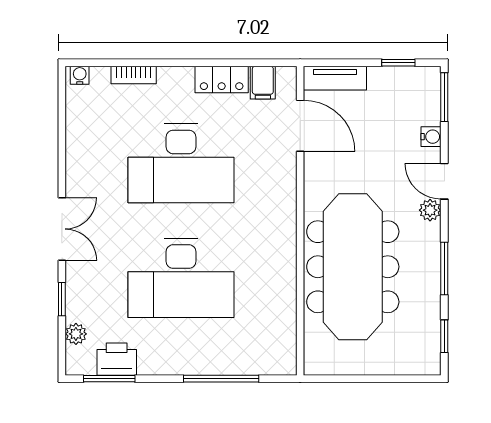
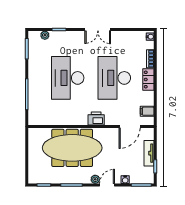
tv unit: (335, 78) -> (149, 153), moved
locker: (222, 79) -> (148, 79), moved
double door: (62, 229) -> (98, 29), moved
printer: (117, 359) -> (96, 118), moved, turned -90

